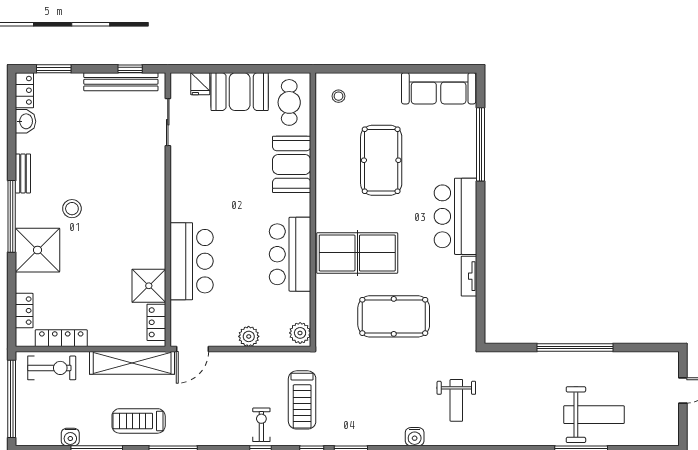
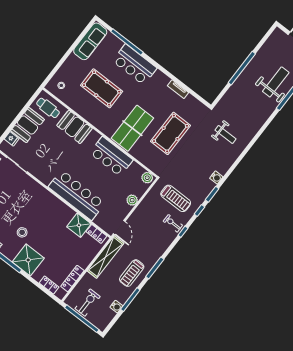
bar counter: (456, 216) -> (135, 65), moved
bar counter: (192, 261) -> (77, 195), width x1.36
exercise bike: (52, 368) -> (88, 302), moved
water cooler: (415, 437) -> (216, 177), moved

